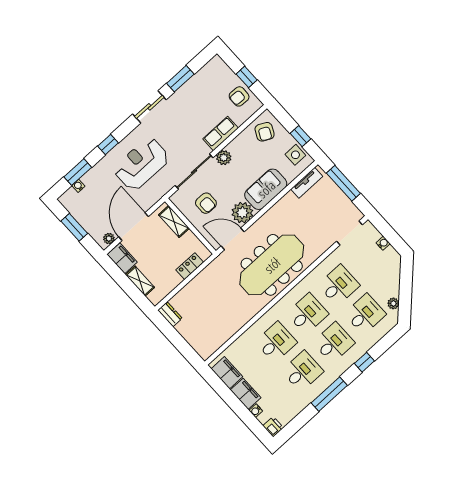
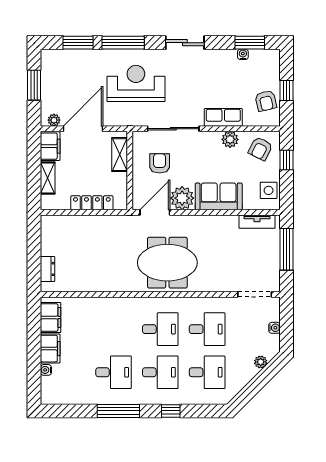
window: (180, 79) -> (250, 43), moved
armchair: (239, 96) -> (266, 101), turned -105
window: (300, 136) -> (287, 160), moved
window: (108, 145) -> (123, 43), width x2.17
plant: (224, 158) -> (230, 139), moved
water cooler: (78, 186) -> (243, 54), moved
armchair: (206, 203) -> (160, 163), turned 180
door: (233, 239) -> (155, 212), hinge flipped
meeting table: (272, 265) -> (167, 263), width x0.73
locker: (190, 266) -> (92, 203), width x1.53
plant: (393, 303) -> (261, 362), moved
dresser: (170, 314) -> (48, 269), moved
desk: (276, 342) -> (113, 329), removed
printer: (273, 427) -> (48, 396), removed

